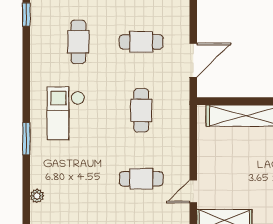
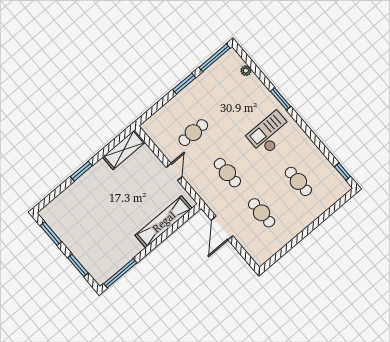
cafe table: (141, 42) -> (262, 213), turned 90
checkout: (66, 113) -> (270, 133), turned -90
door: (193, 191) -> (174, 172), moved

